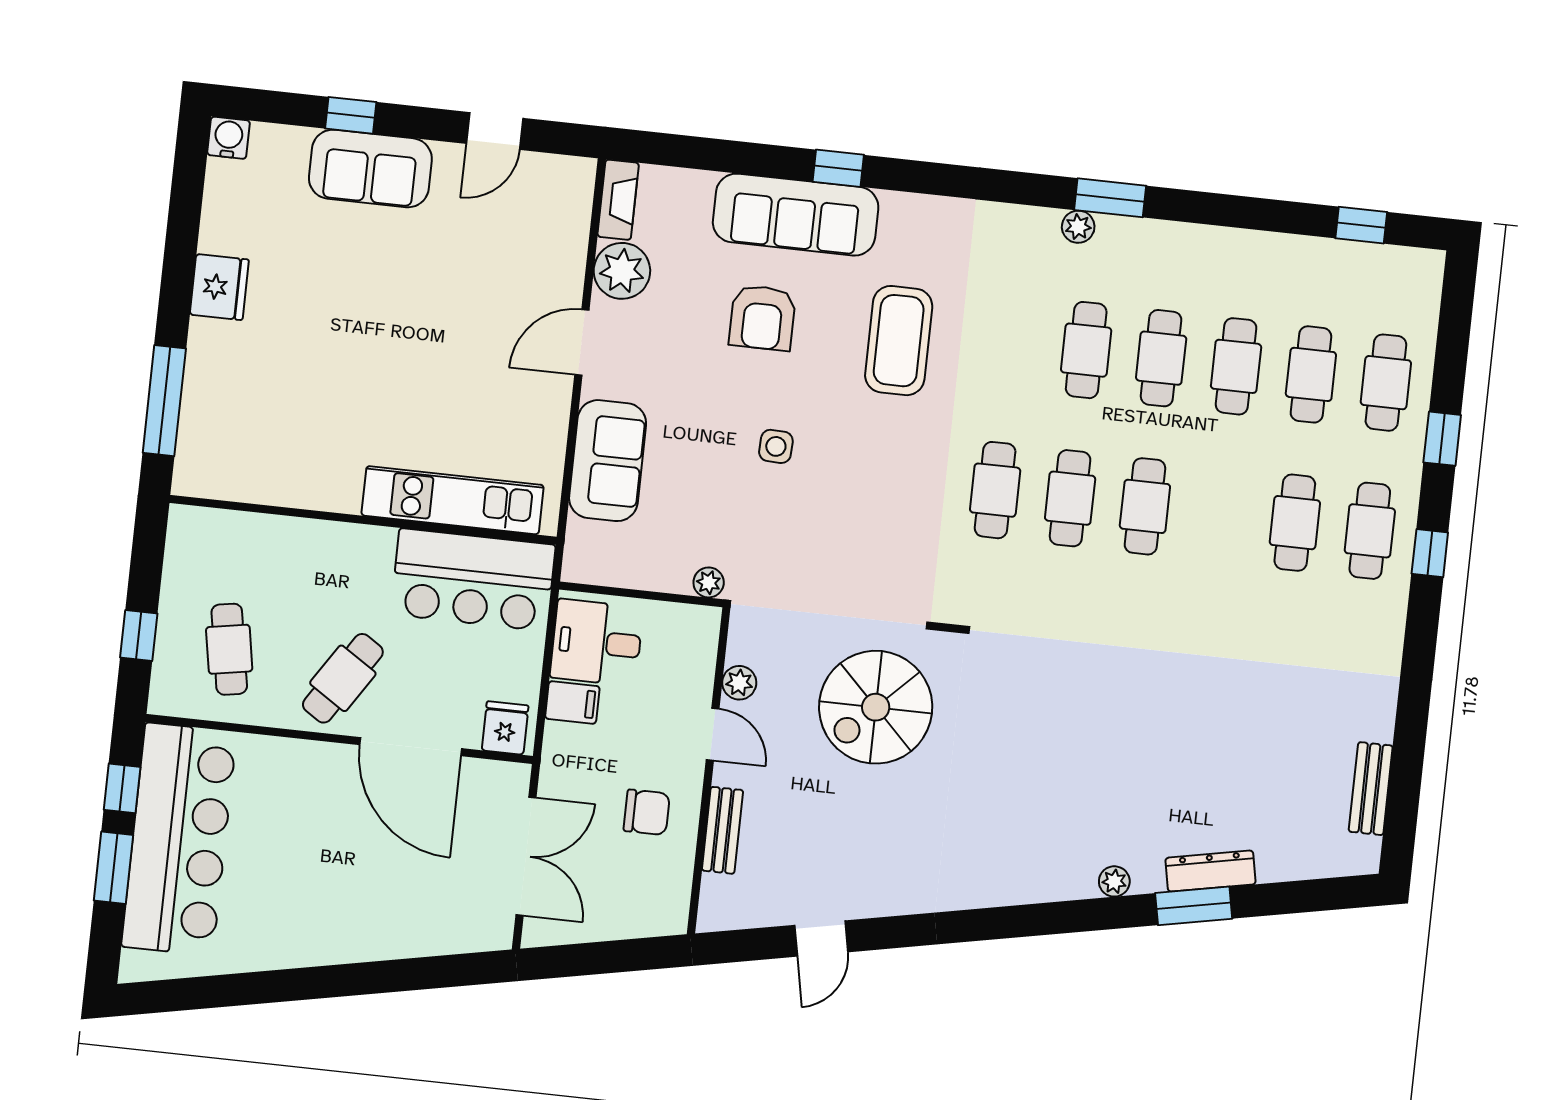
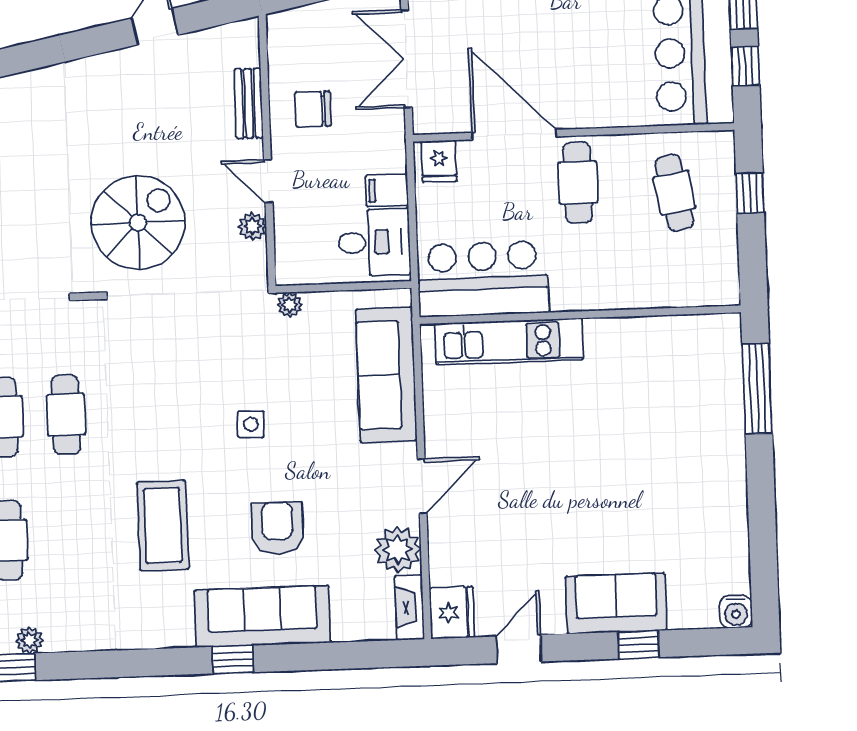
fridge: (219, 287) -> (452, 613), moved, turned 180
sofa: (608, 461) -> (386, 375), width x1.36
cafe table: (343, 678) -> (578, 183), turned -33

